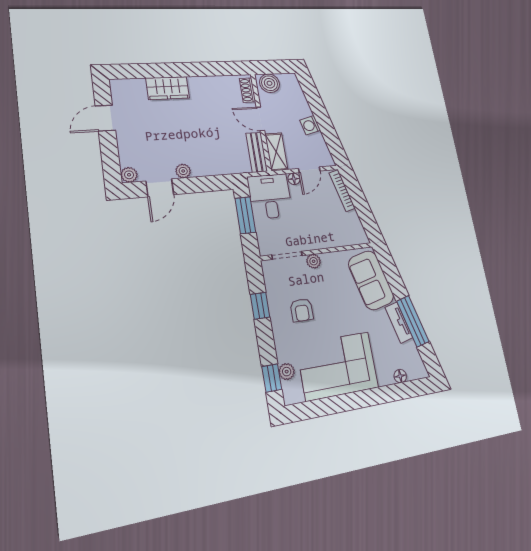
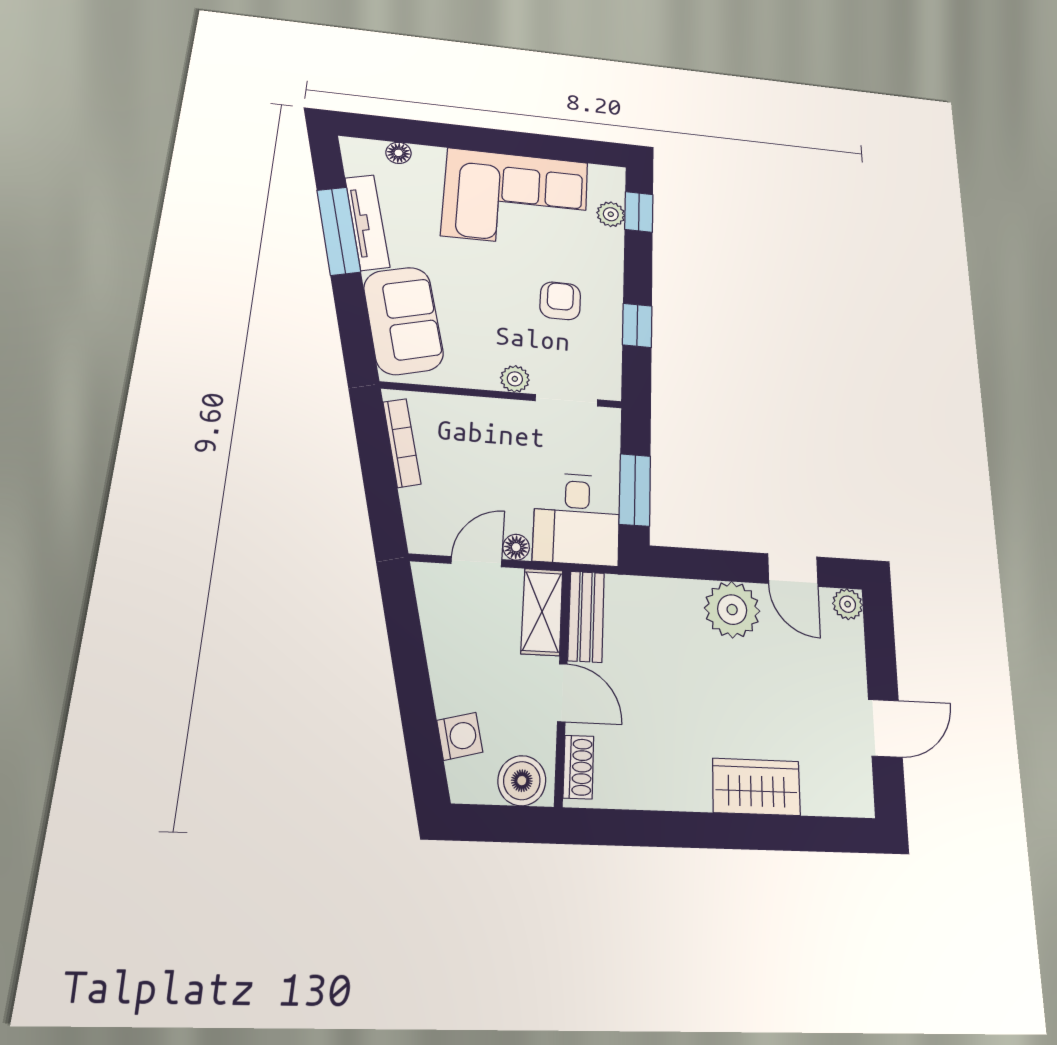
washing machine: (310, 125) -> (460, 736), moved
plant: (183, 171) -> (732, 610), width x1.87, depth x1.87
door: (160, 188) -> (793, 570), swing flipped
bookcase: (342, 191) -> (402, 443), moved
tv unit: (399, 323) -> (367, 222), width x1.41

